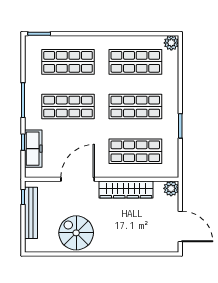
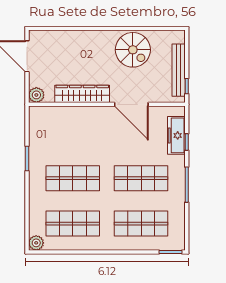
shop shelf: (135, 151) -> (73, 133), removed
door: (78, 179) -> (131, 104), hinge flipped

